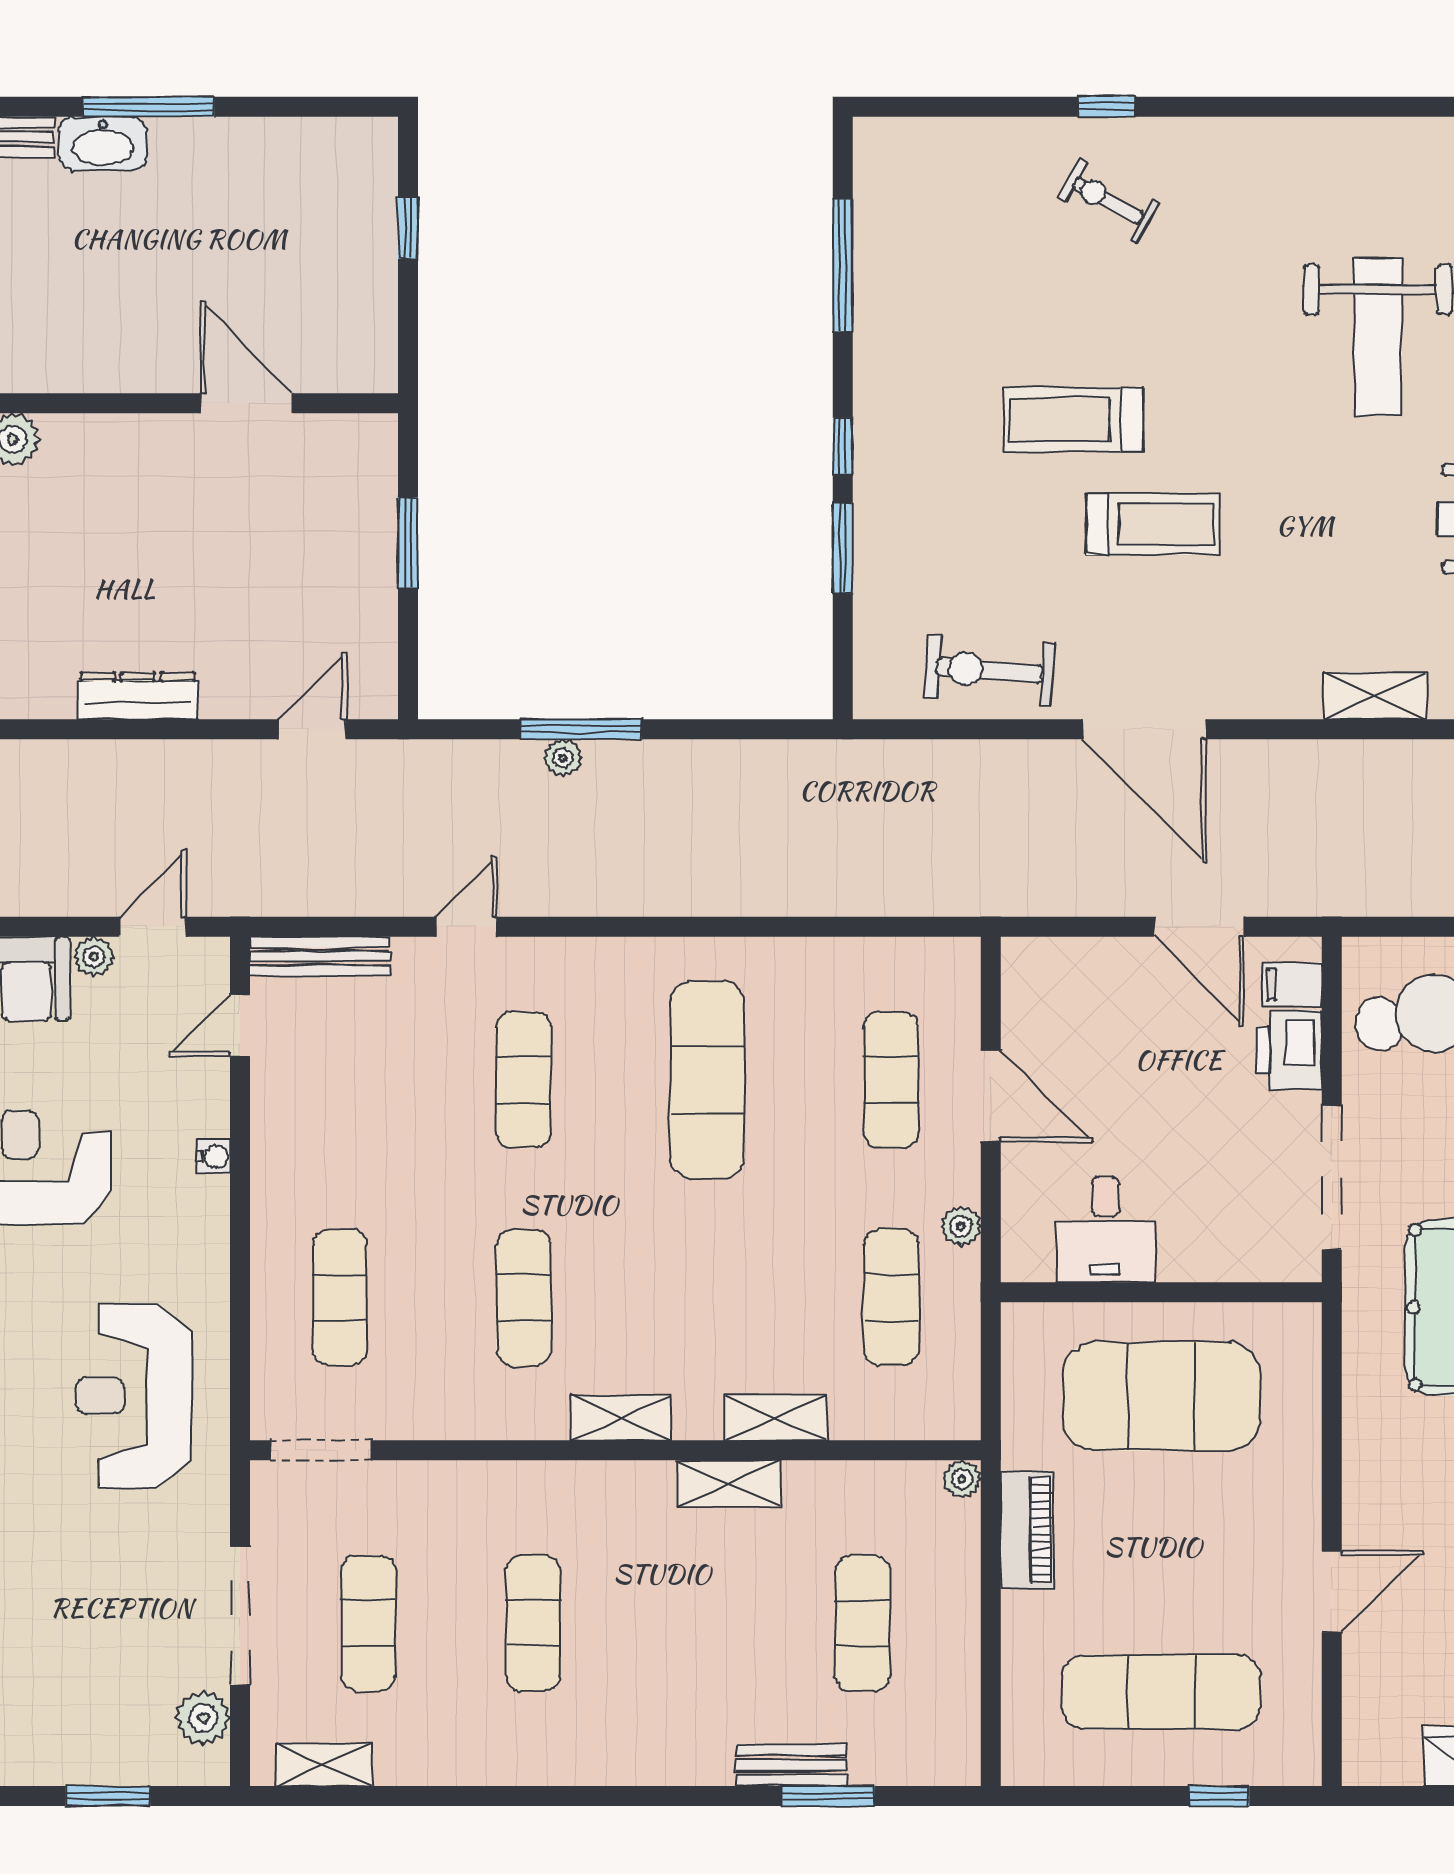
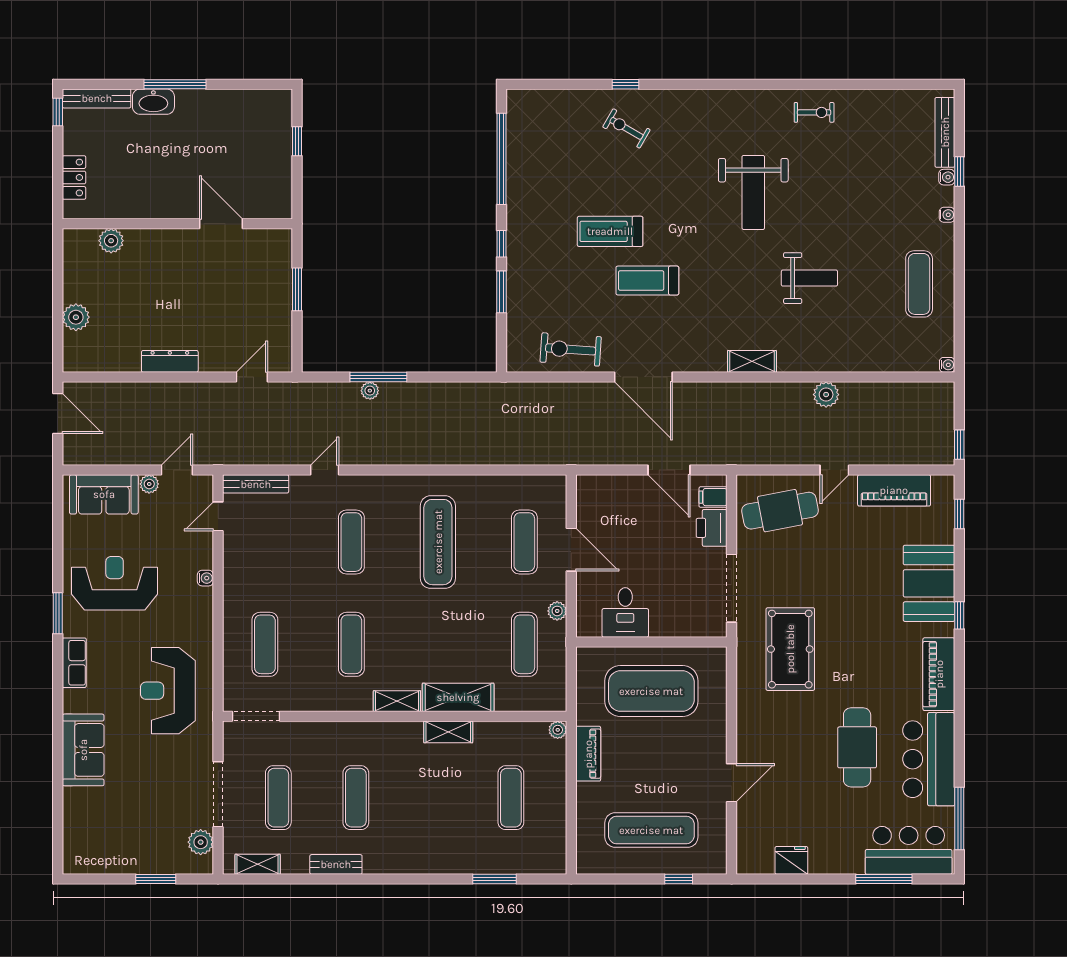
window: (843, 266) -> (502, 159), width x1.46
treadmill: (1153, 524) -> (647, 281), turned 180
shelving: (776, 1418) -> (458, 697), width x1.50, depth x1.33
bench: (791, 1765) -> (336, 864), moved

